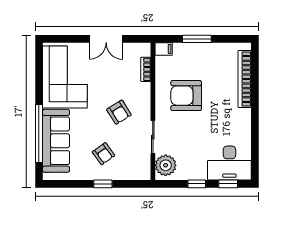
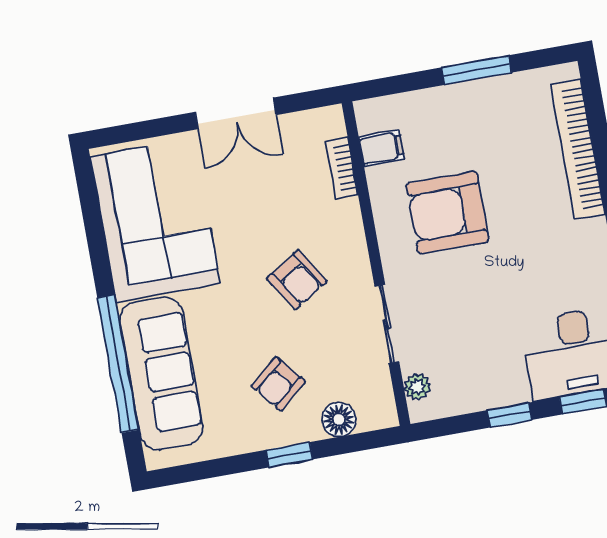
window: (197, 39) -> (476, 70), moved
filing cabinet: (164, 49) -> (381, 148), moved
armchair: (104, 154) -> (278, 384), turned 86
plant: (166, 165) -> (417, 387), width x0.53, depth x0.53
floor lamp: (126, 173) -> (339, 419), added

